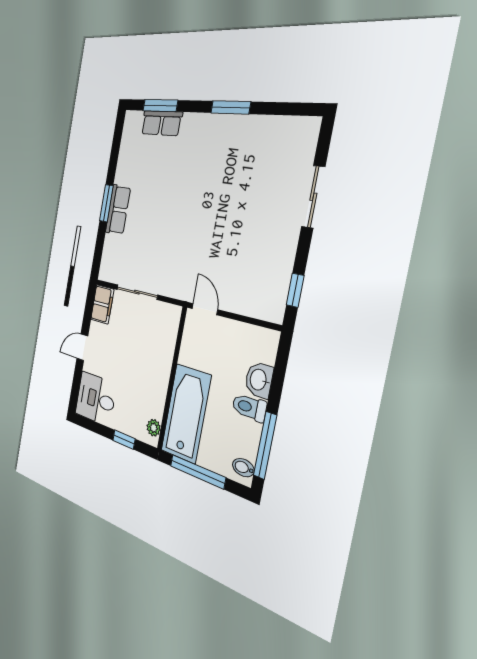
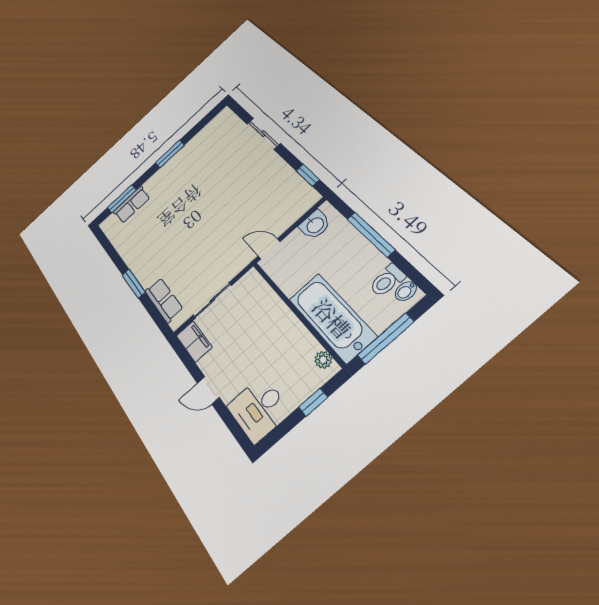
row of seats: (118, 210) -> (164, 300), moved
door: (82, 347) -> (208, 390), hinge flipped
washbasin: (259, 380) -> (315, 225), moved, turned -90
toilet: (249, 407) -> (387, 281), moved
window: (265, 445) -> (371, 234), moved

